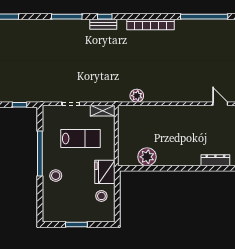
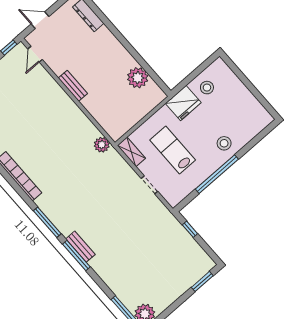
window: (105, 17) -> (47, 222), width x2.17
bench: (103, 24) -> (80, 247), moved
plant: (137, 96) -> (102, 145), moved
bench: (178, 110) -> (73, 86), added
window: (76, 225) -> (251, 88), removed

